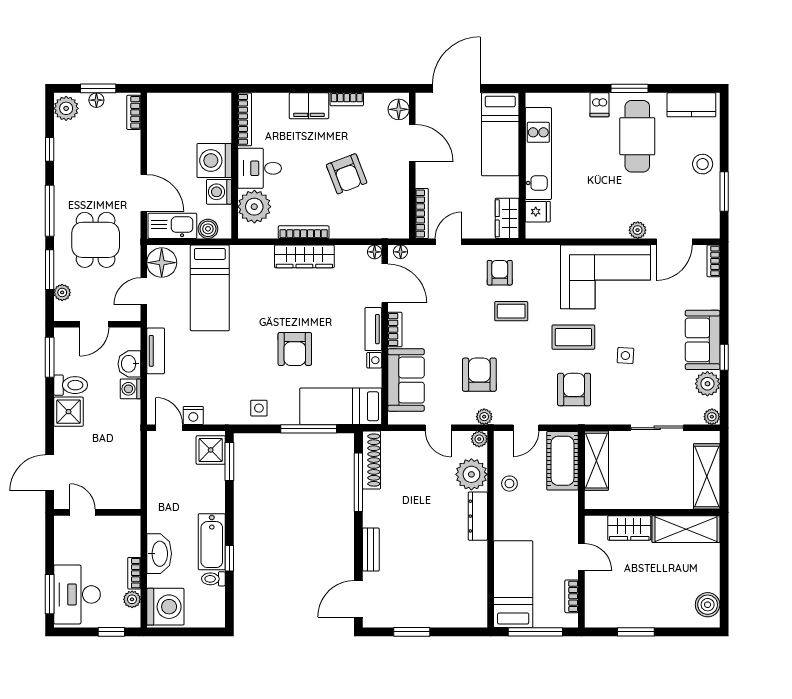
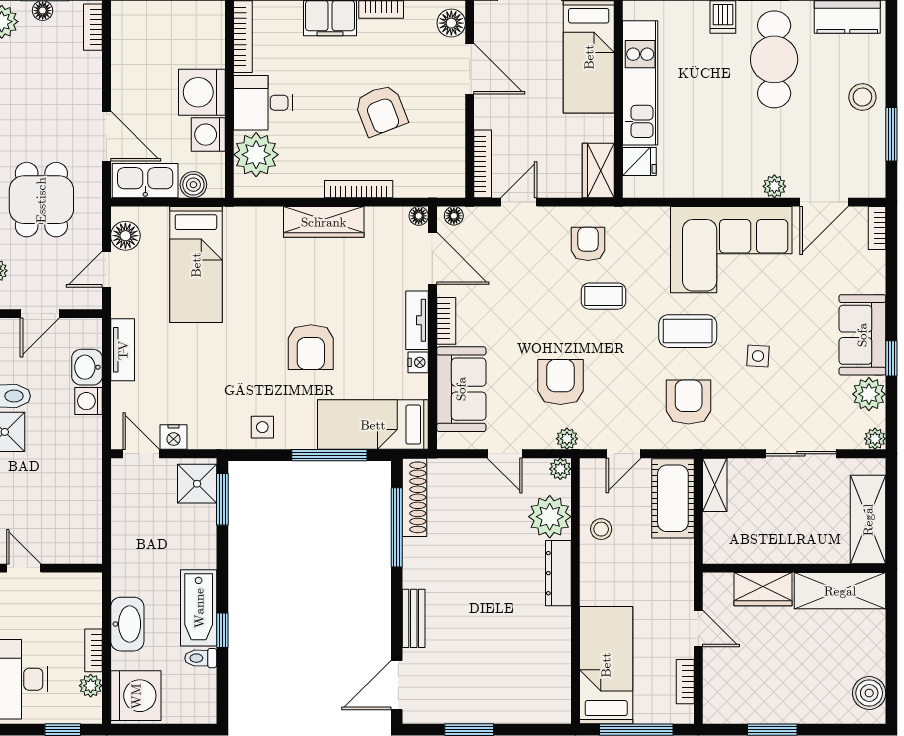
bookcase: (304, 232) -> (359, 189), moved
floor lamp: (162, 263) -> (125, 236), width x0.73, depth x0.73
shelving: (596, 461) -> (715, 485), width x0.67, depth x0.75

